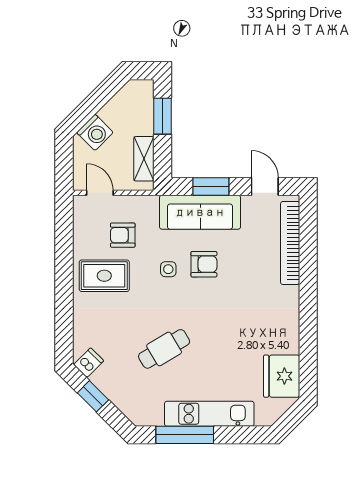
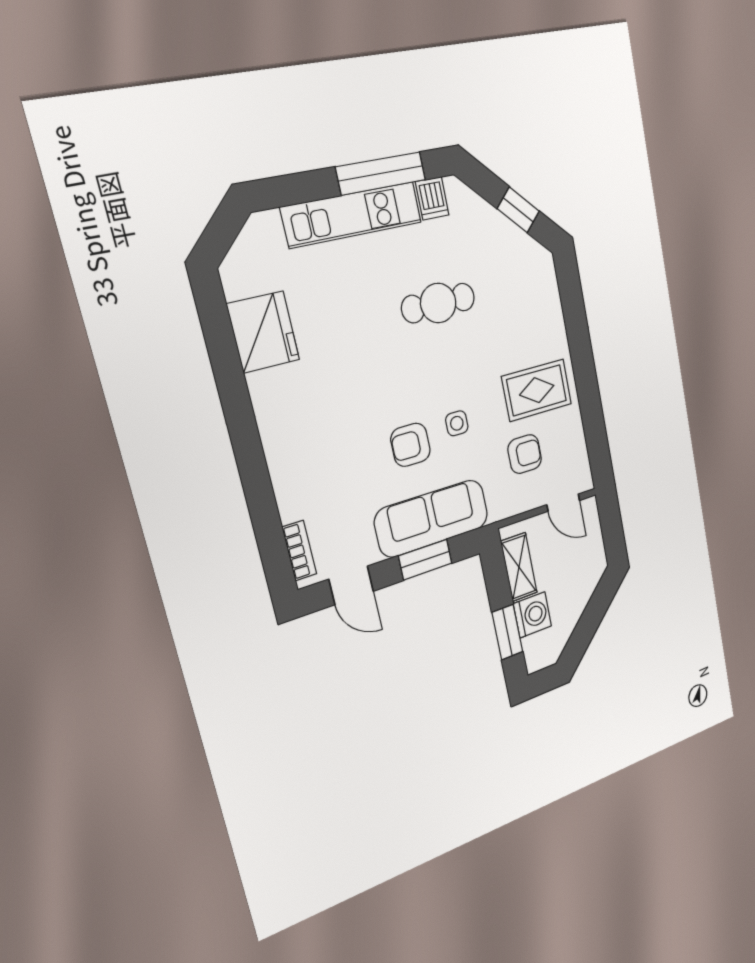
washing machine: (95, 132) -> (532, 615), moved, turned 135
bookcase: (290, 243) -> (299, 551), width x0.43, depth x0.76
cafe table: (164, 349) -> (438, 303), turned 31
dishwasher: (89, 363) -> (432, 198), moved, turned -45
fridge: (282, 376) -> (263, 332), moved

